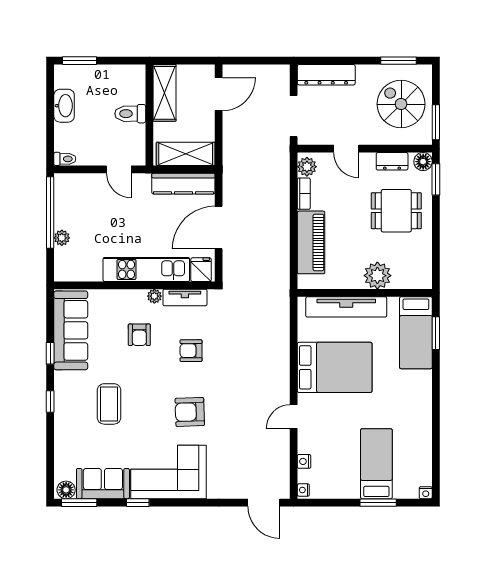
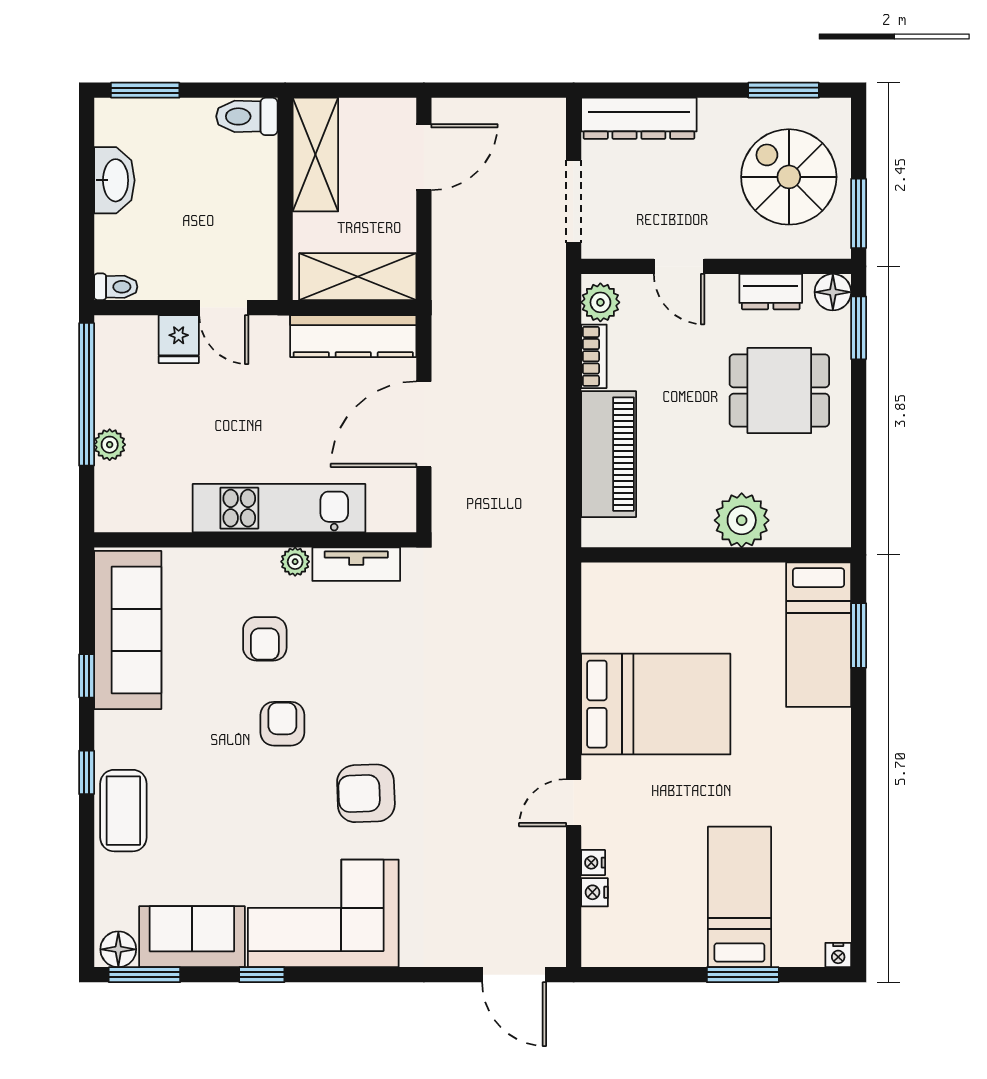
toilet: (130, 114) -> (247, 116), moved
fridge: (201, 270) -> (179, 339), moved, turned 180
tv unit: (346, 307) -> (679, 583), removed
armchair: (191, 351) -> (282, 724), moved, turned 90
coffee table: (109, 404) -> (123, 811), moved
nightstand: (303, 490) -> (593, 863), moved

